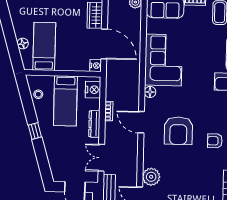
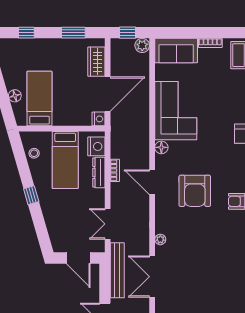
door: (104, 44) -> (108, 94), hinge flipped
dresser: (94, 124) -> (99, 172), moved
plant: (151, 177) -> (160, 239), width x0.53, depth x0.53

